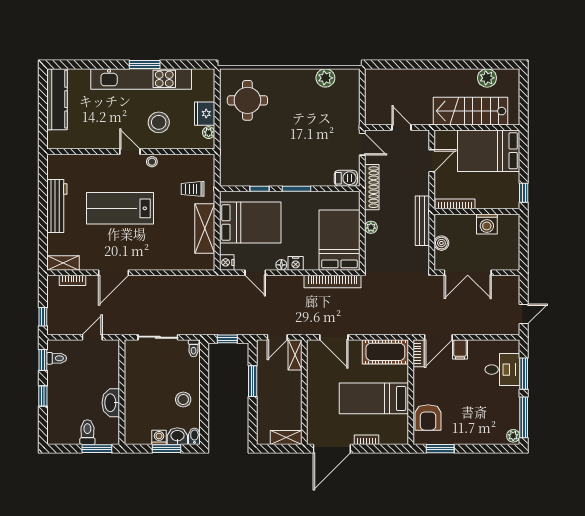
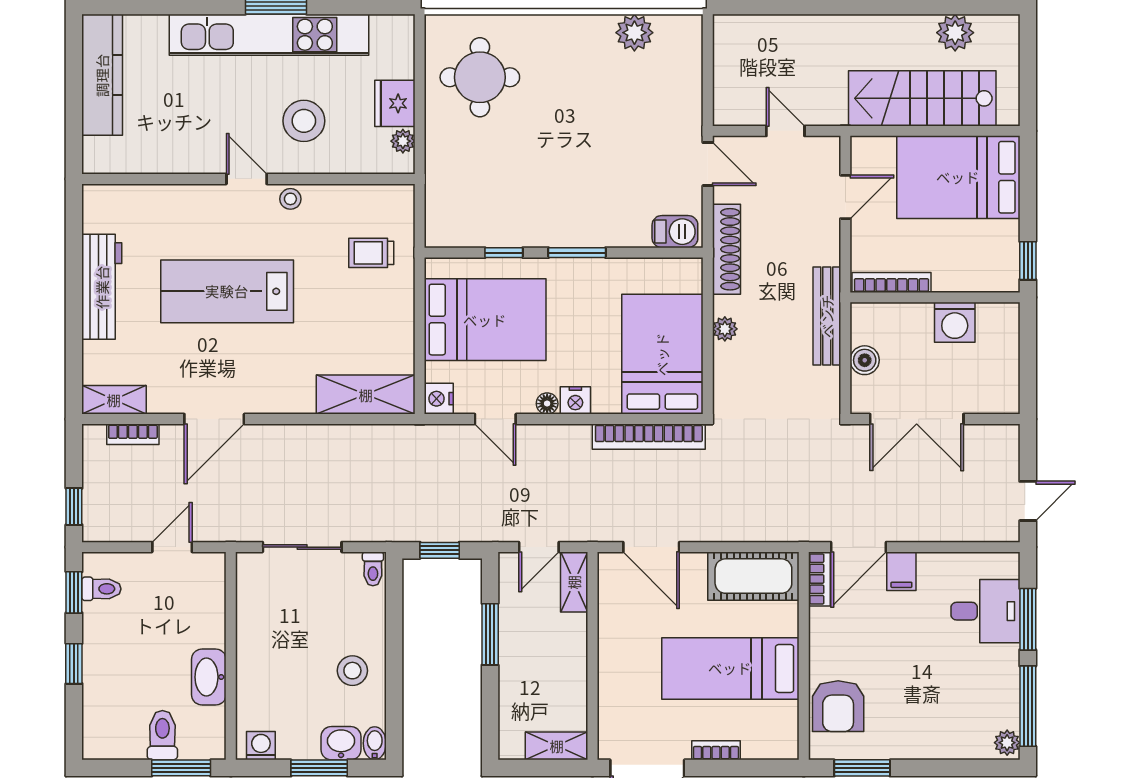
shelving: (205, 229) -> (366, 395), moved, turned 90
washing machine: (159, 437) -> (261, 746), moved

